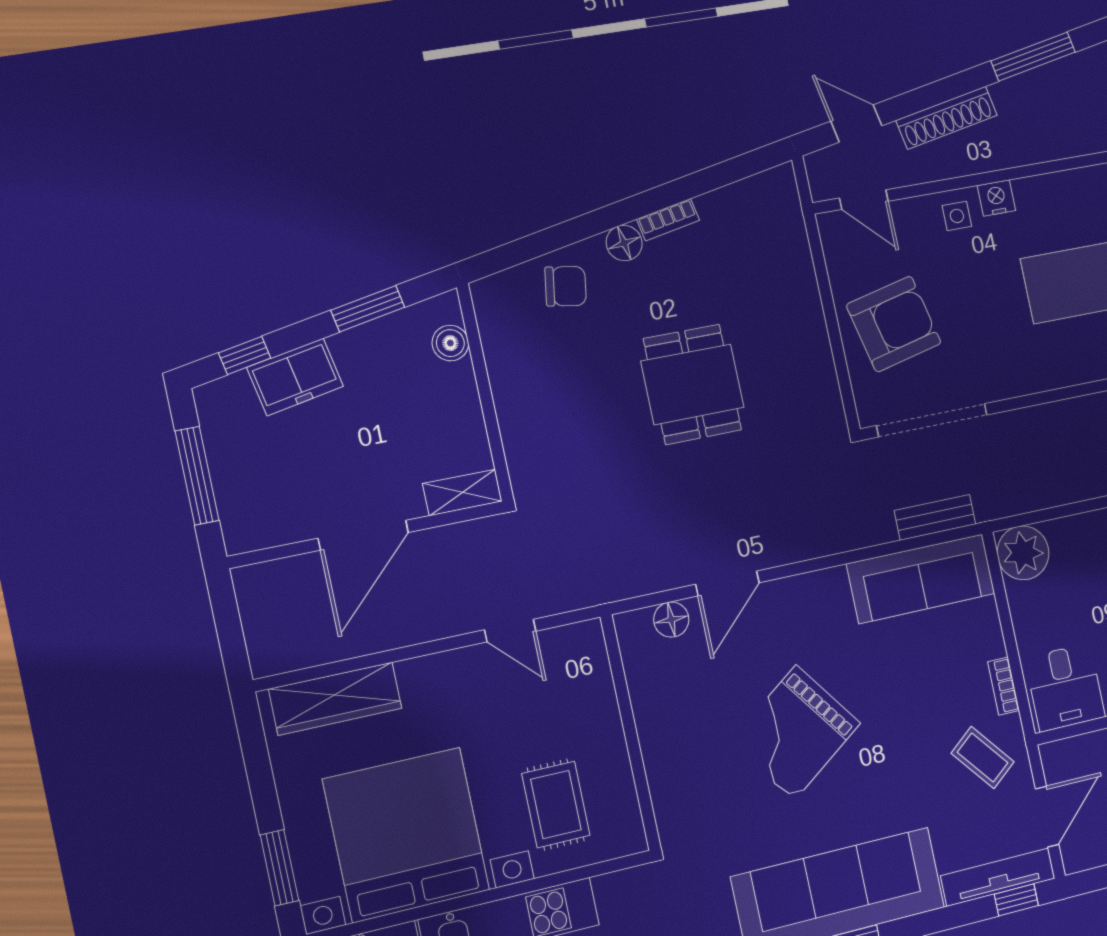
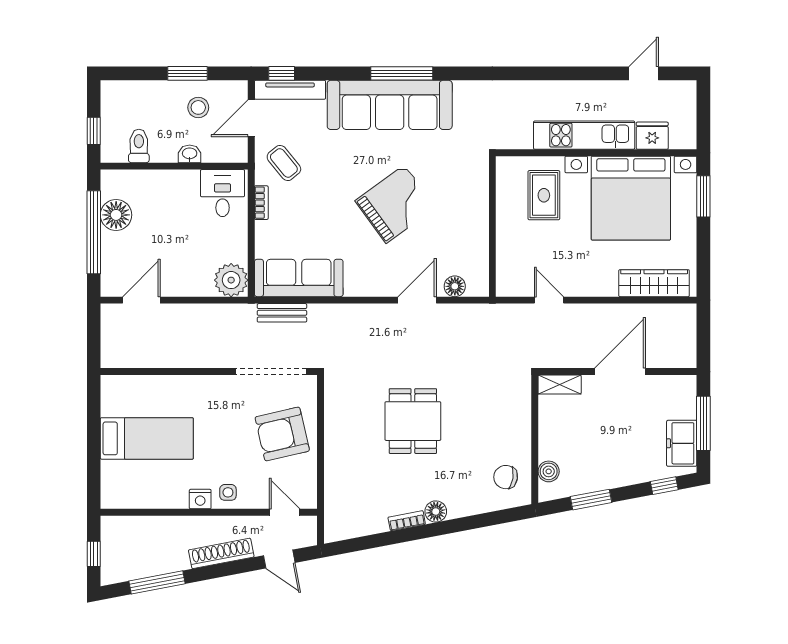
chair: (566, 286) -> (506, 477), moved
freezer: (295, 377) -> (682, 443), moved, turned -79

